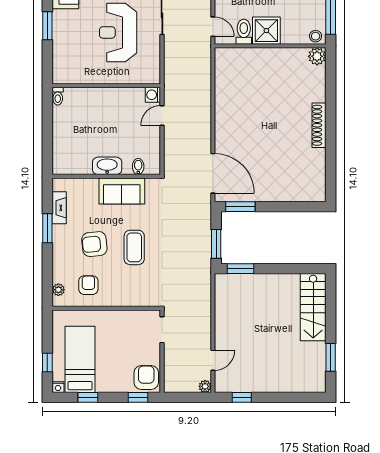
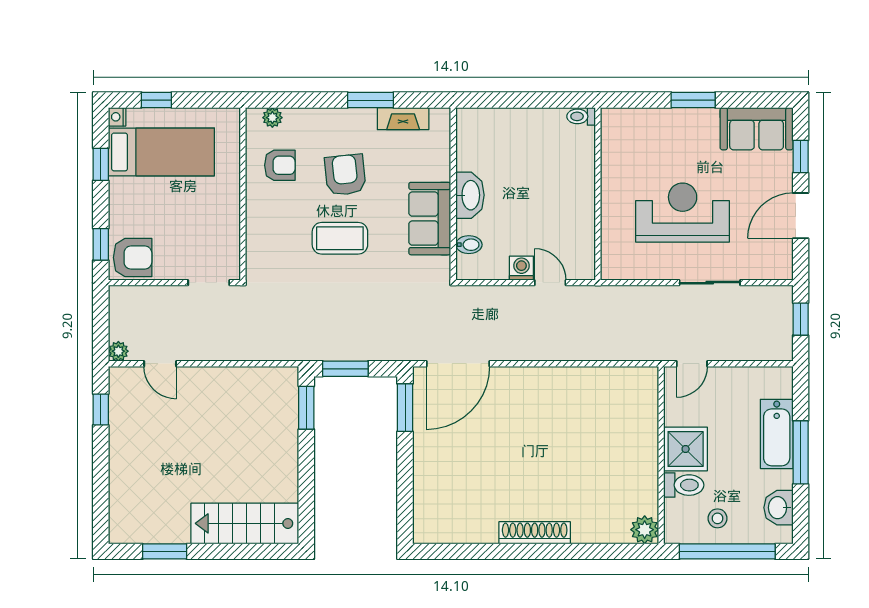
toilet: (244, 32) -> (684, 485), moved
stool: (316, 36) -> (718, 518), moved
washing machine: (153, 95) -> (521, 268), moved

